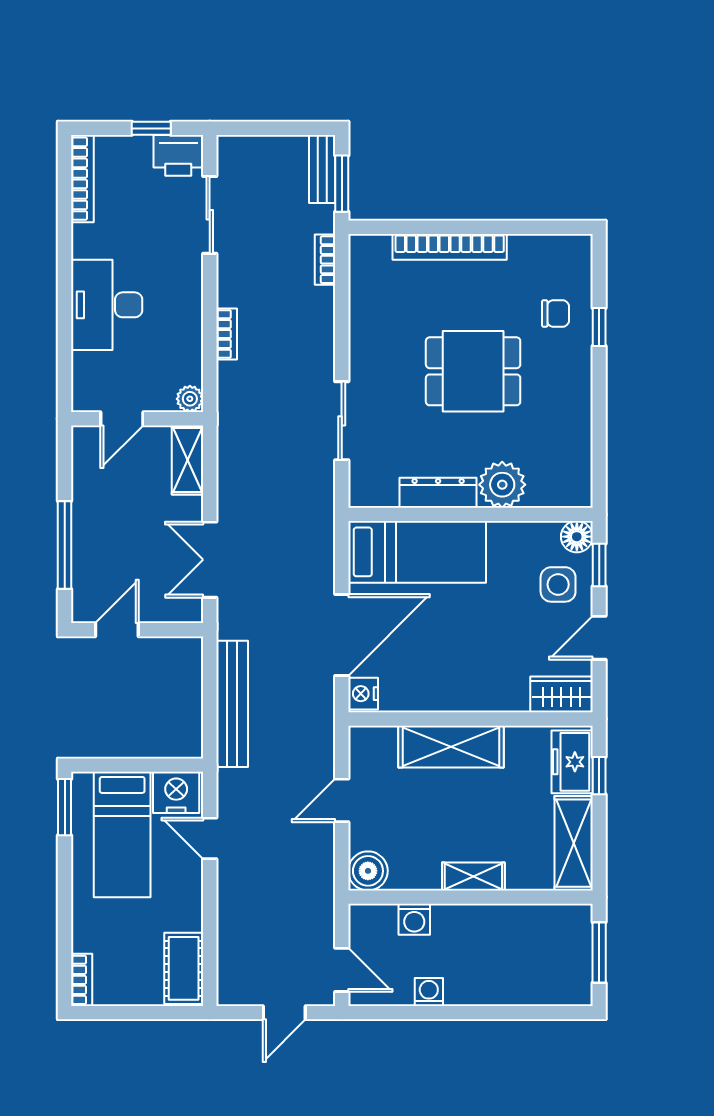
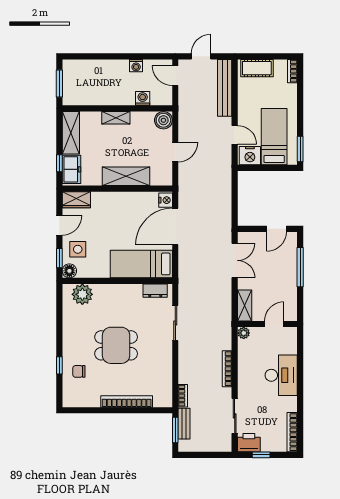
bench: (322, 169) -> (184, 424), moved
bookcase: (227, 334) -> (227, 369), width x1.56
plant: (502, 485) -> (82, 294), moved
dresser: (438, 493) -> (155, 291), moved, width x0.70
bench: (232, 704) -> (225, 88), moved
cot: (184, 968) -> (257, 68), moved, turned 90

